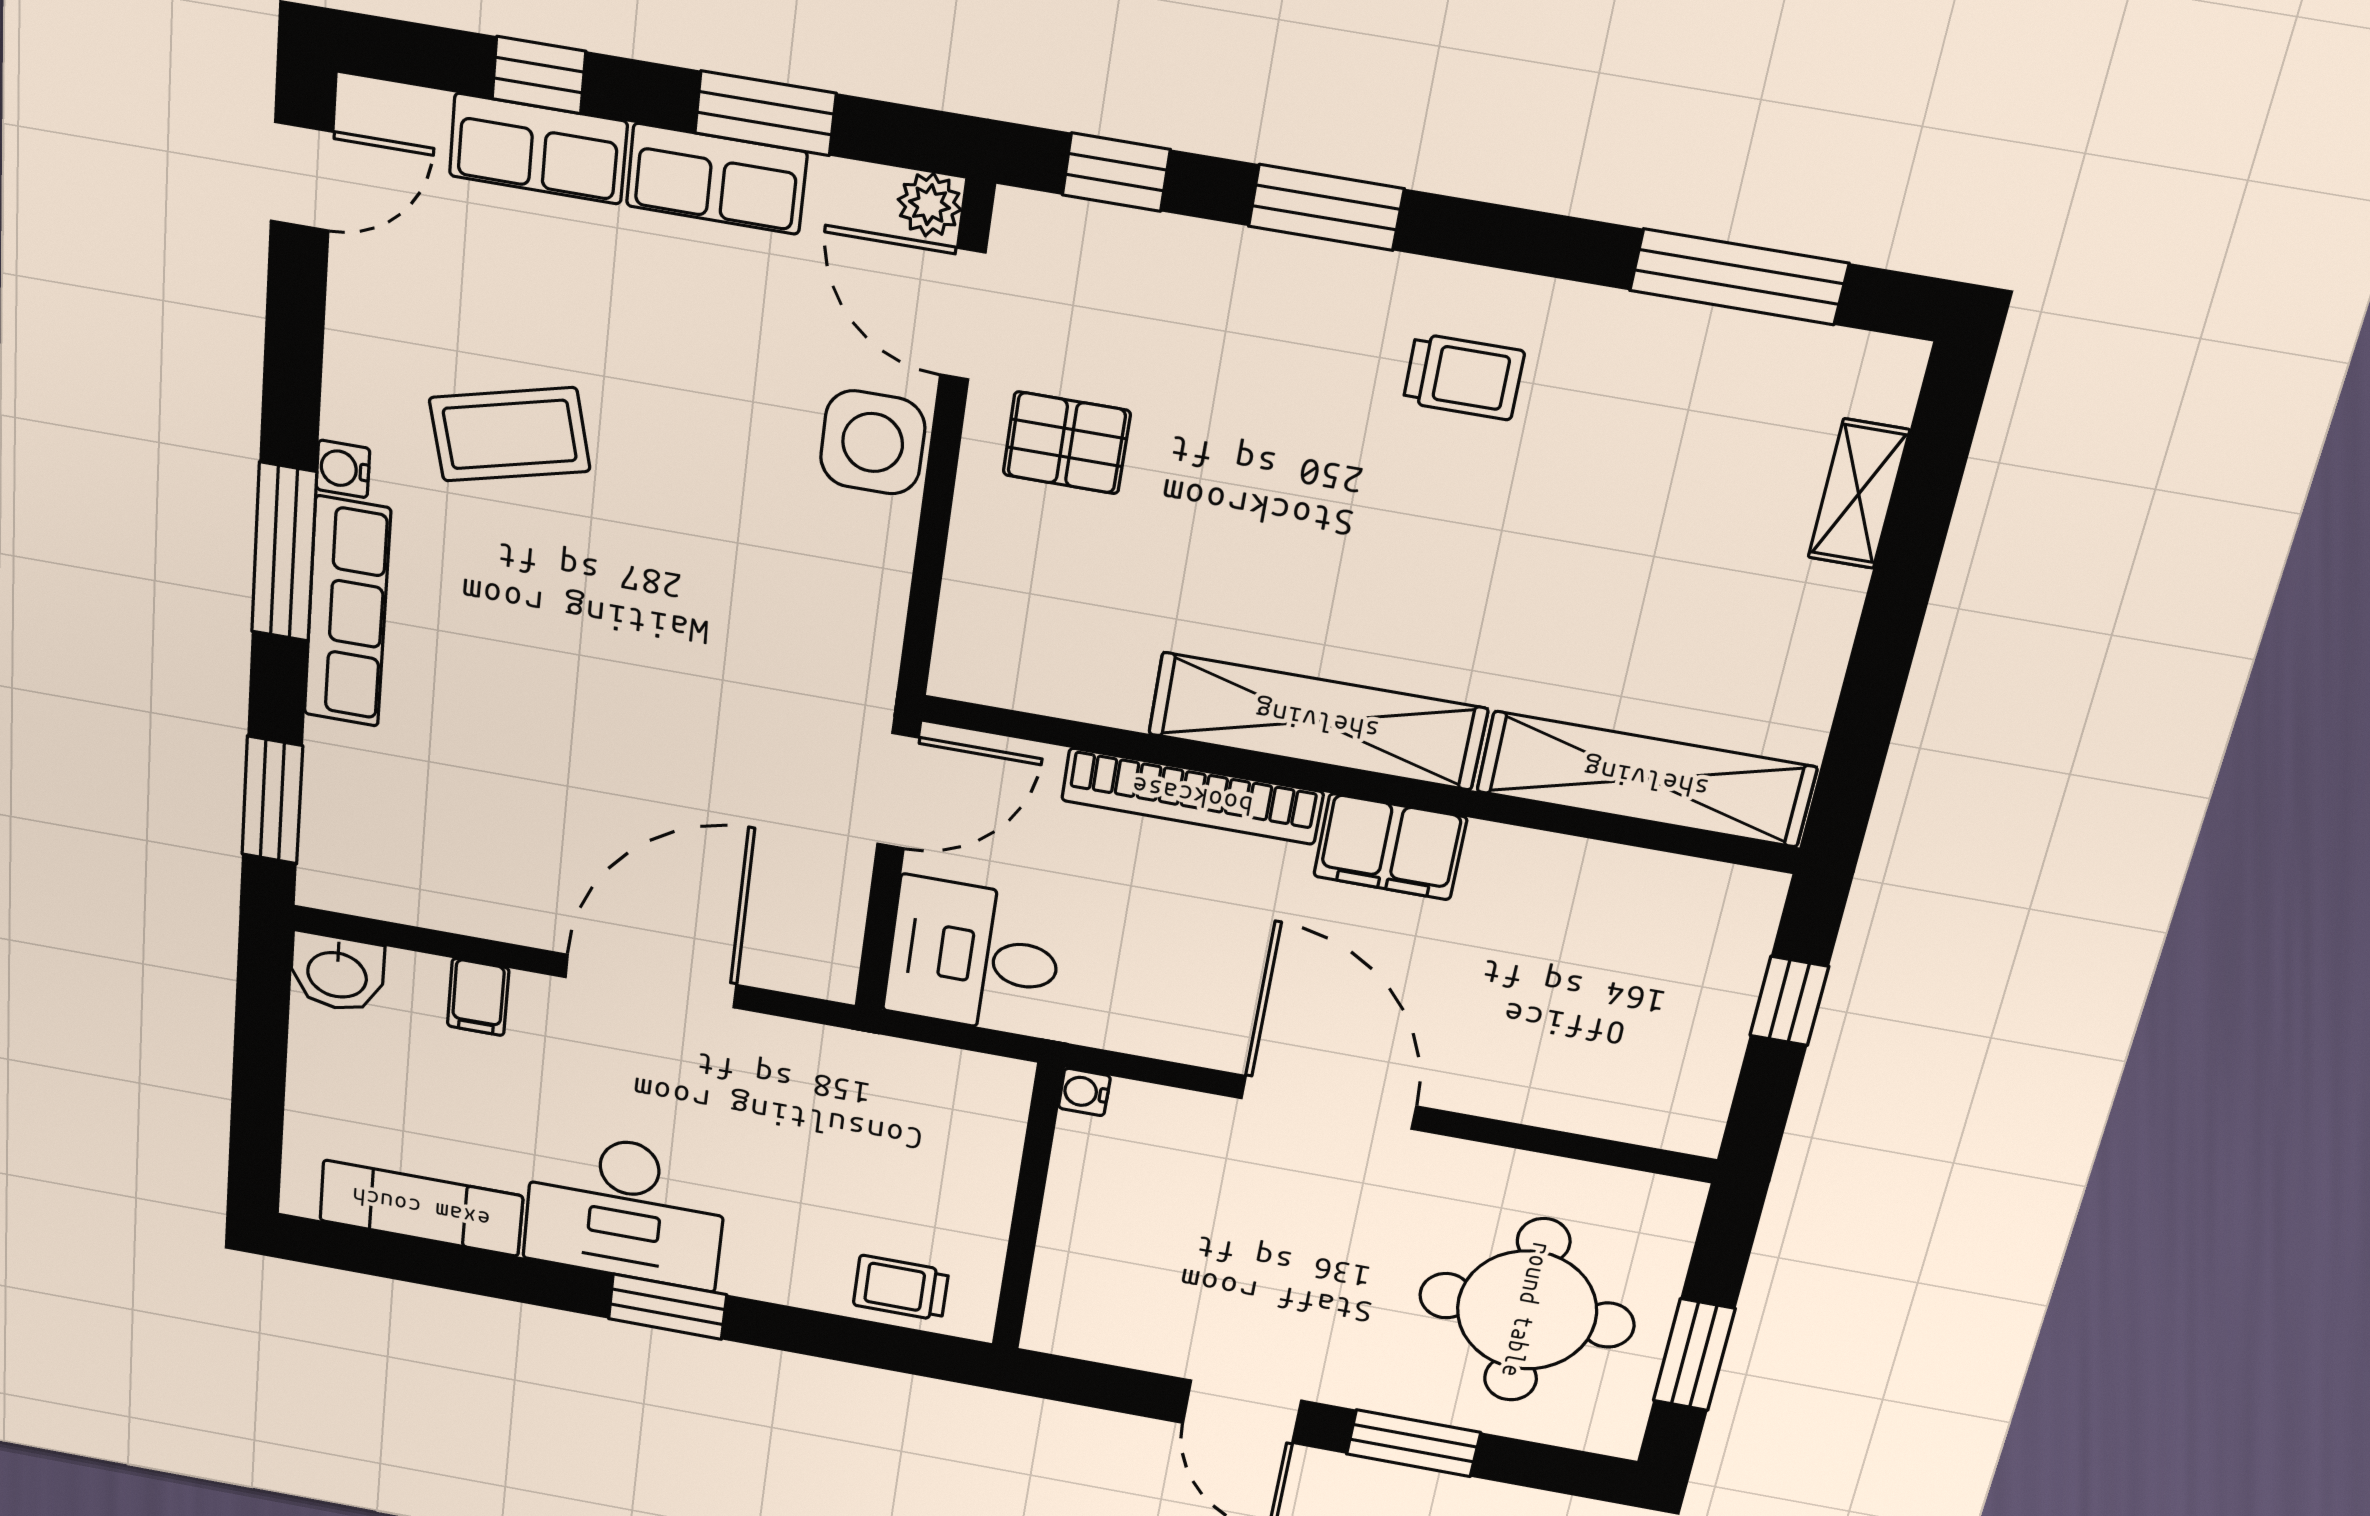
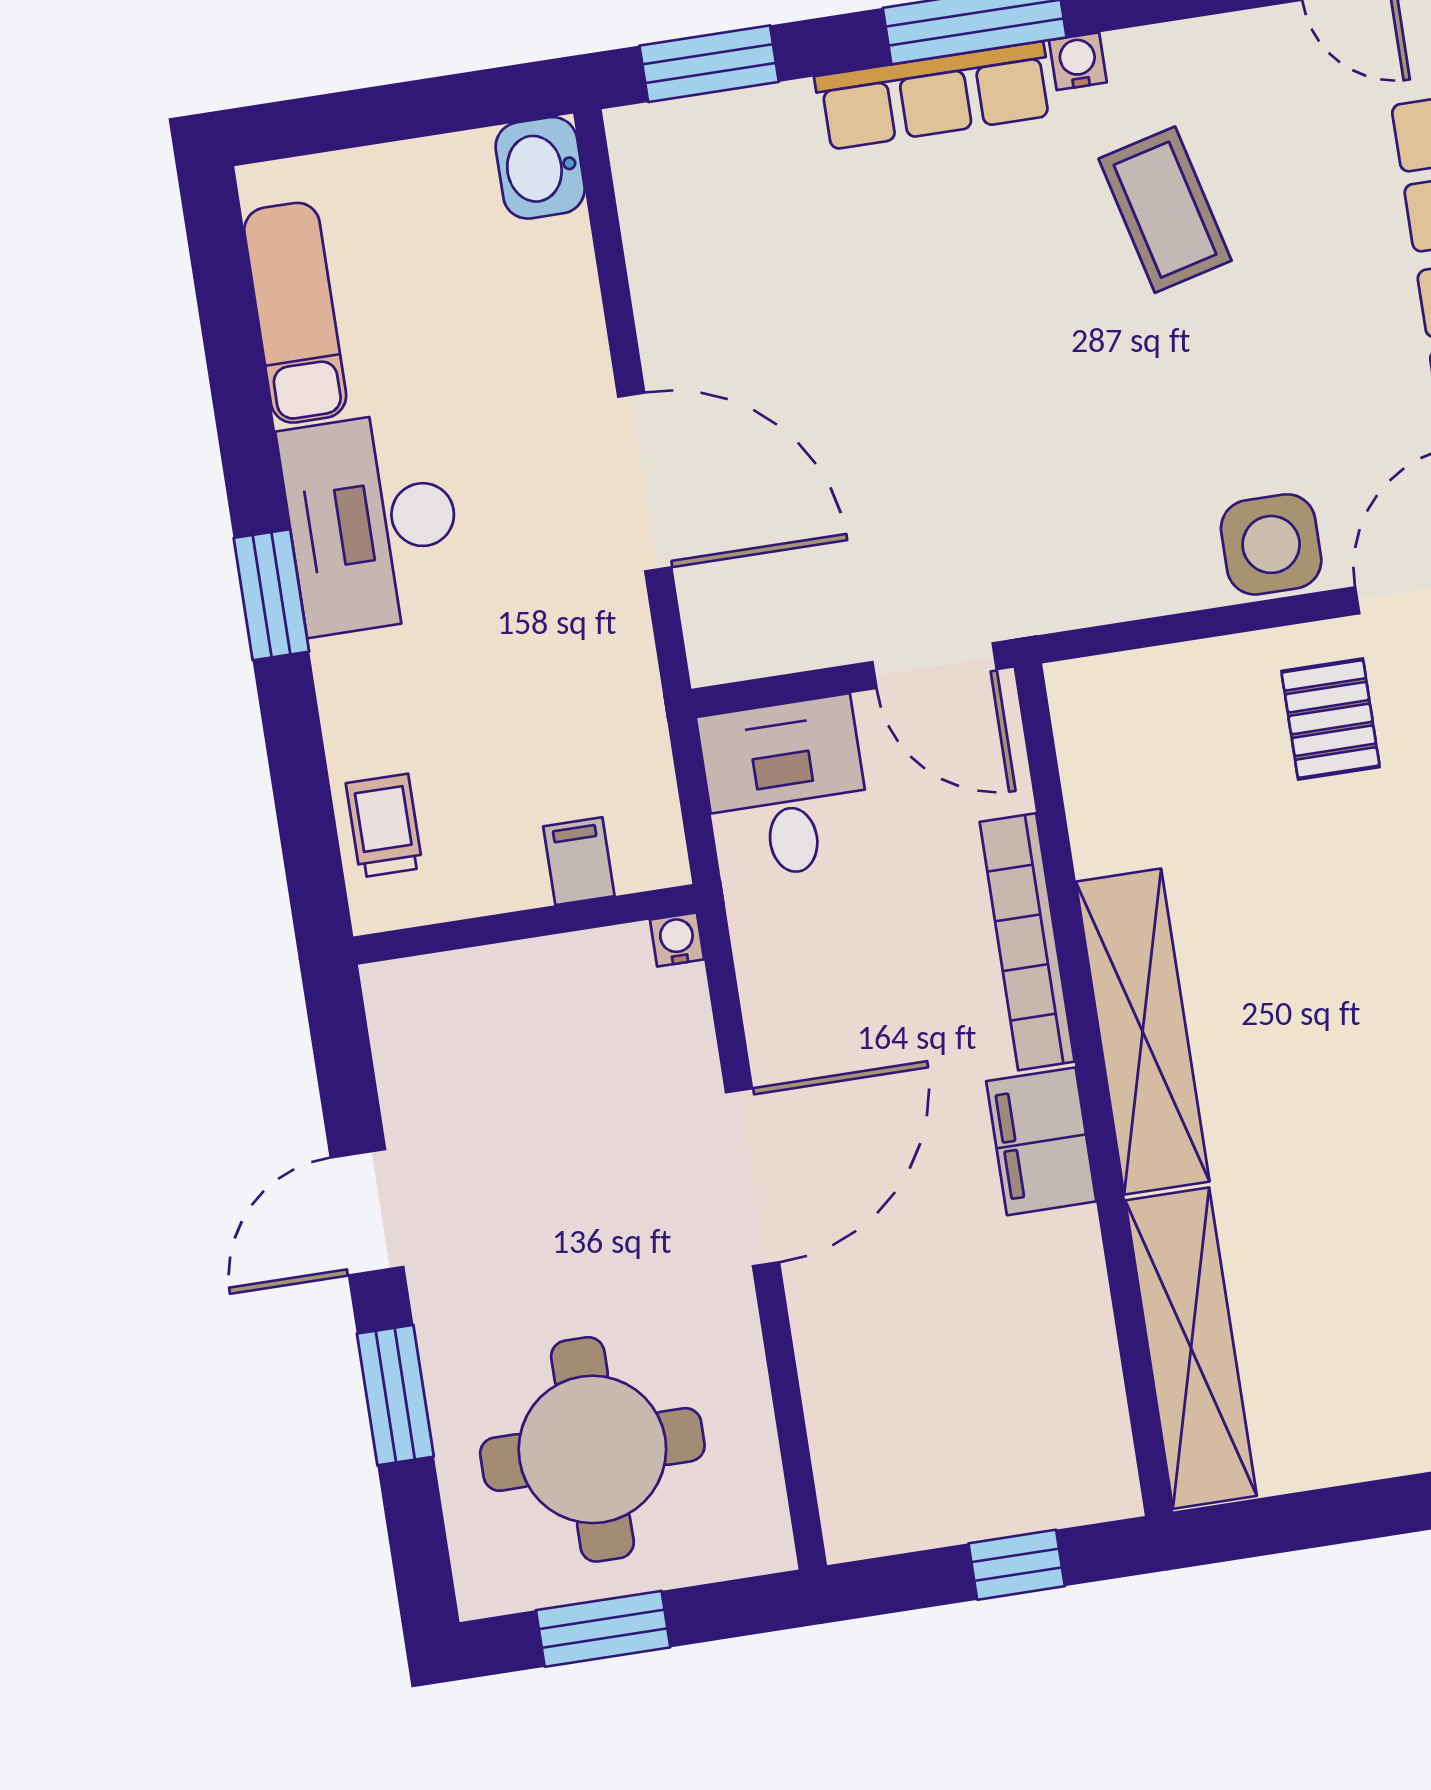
filing cabinet: (478, 997) -> (579, 861), moved, turned 90

